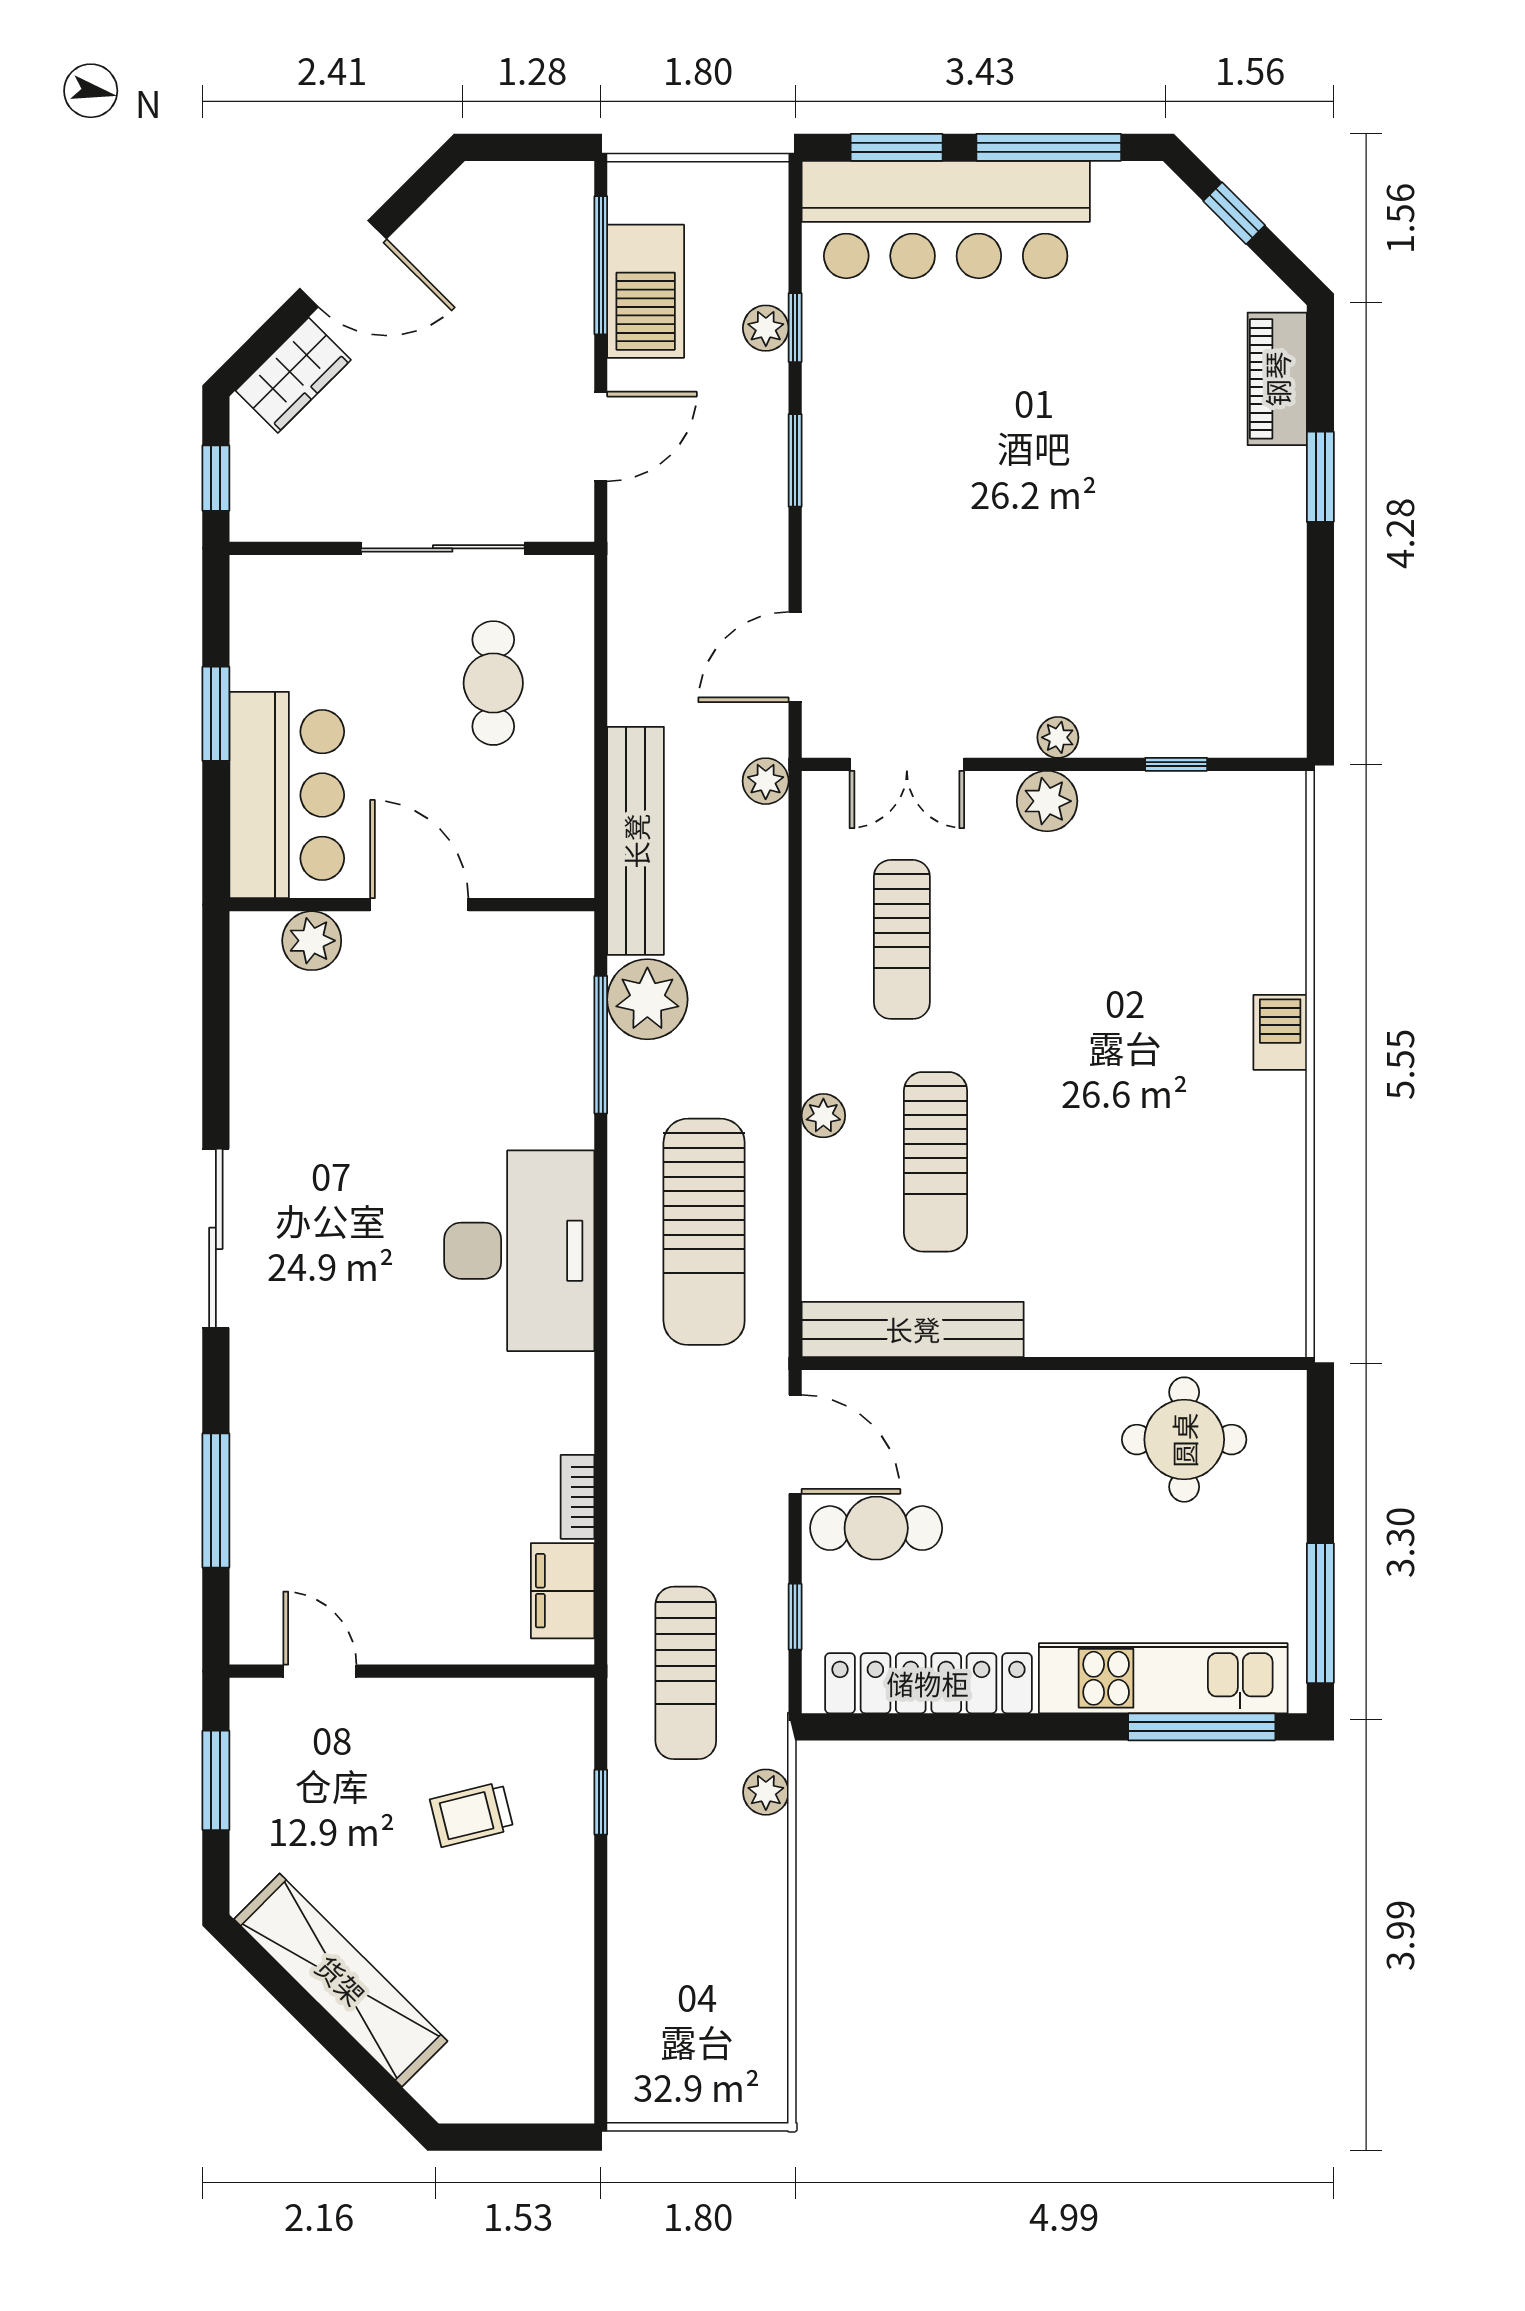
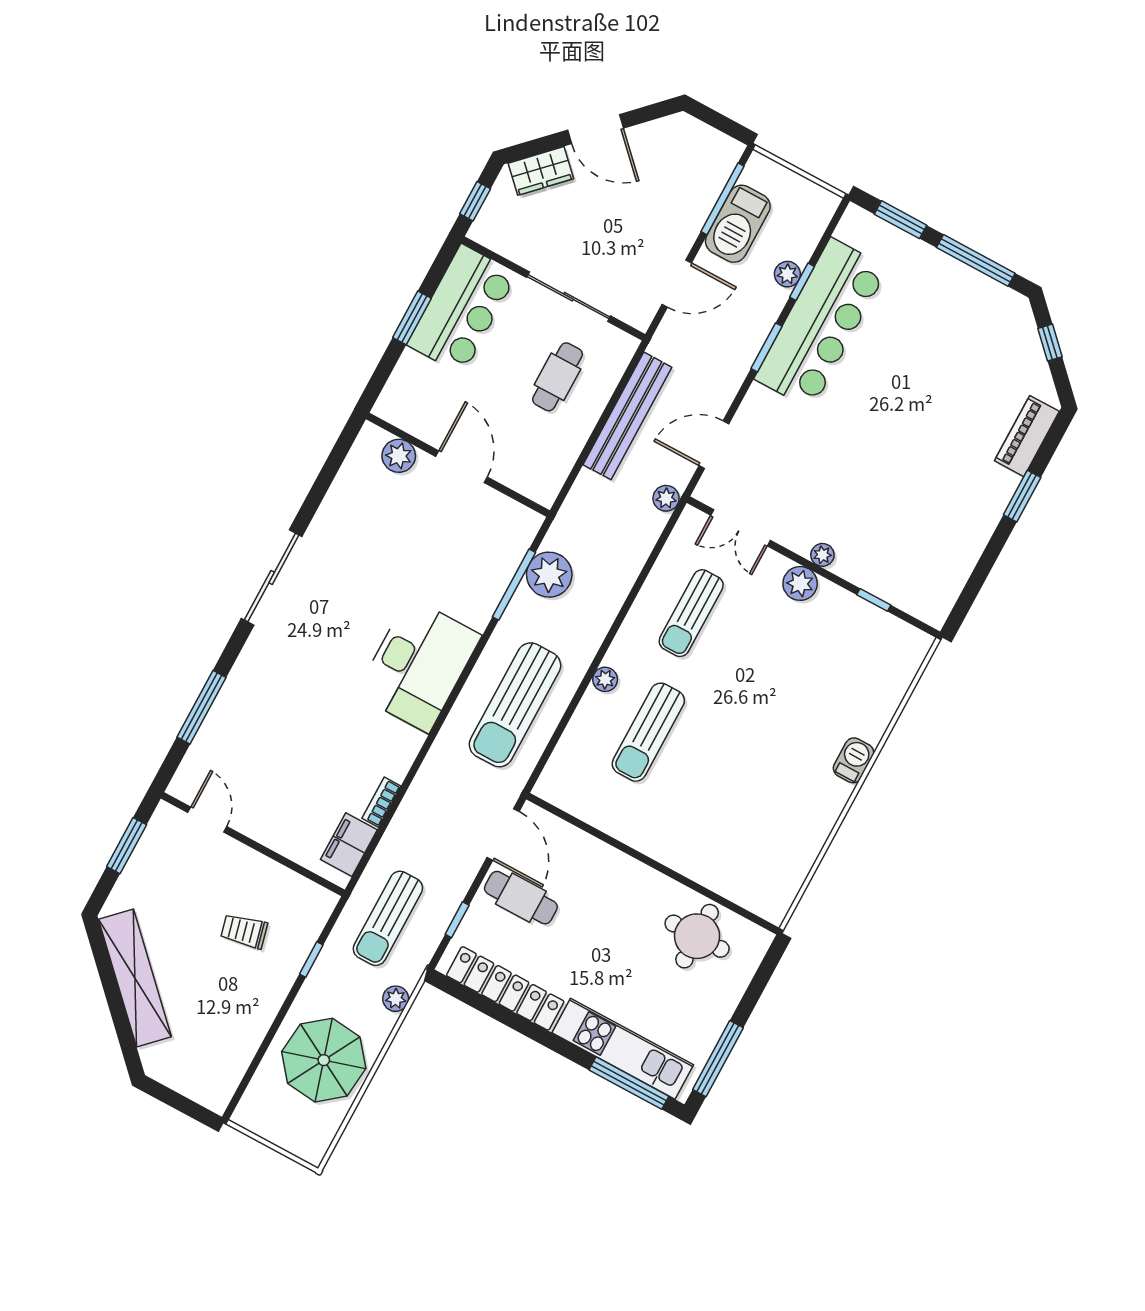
bar counter: (946, 220) -> (821, 323), moved, turned -90
bar counter: (287, 795) -> (462, 309), moved
bench: (636, 841) -> (627, 416), moved
bench: (913, 1329) -> (592, 809), removed
parasol: (705, 1949) -> (324, 1060), added

